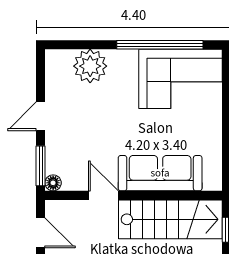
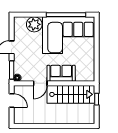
corner sofa: (181, 79) -> (69, 35), width x1.36, depth x1.36
sofa: (160, 173) -> (61, 73), width x0.73
door: (103, 195) -> (40, 83), swing flipped

